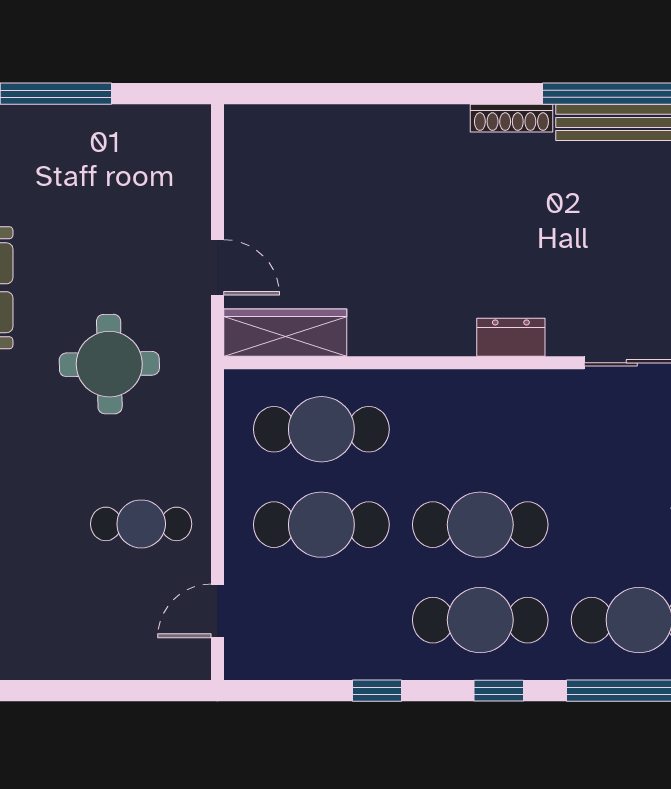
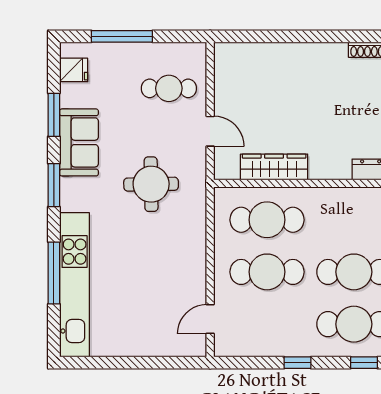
wardrobe: (285, 333) -> (274, 167), moved
cafe table: (141, 524) -> (169, 88), moved

